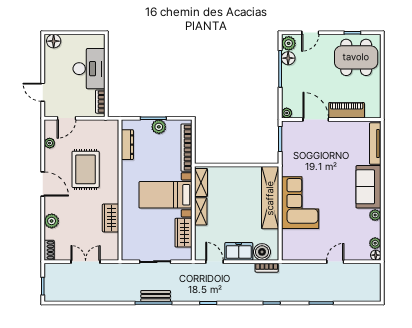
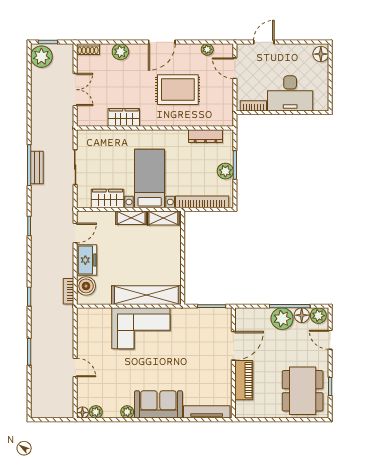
plant: (287, 113) -> (282, 319), moved, width x1.88, depth x1.88
plant: (56, 292) -> (41, 57), added

